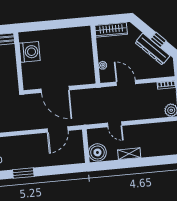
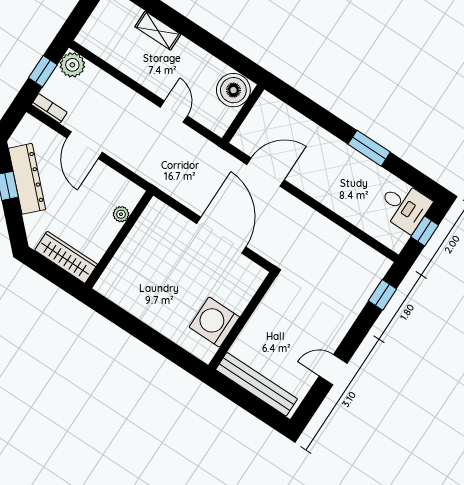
door: (126, 83) -> (85, 145), moved
shelving: (129, 154) -> (158, 31), moved

